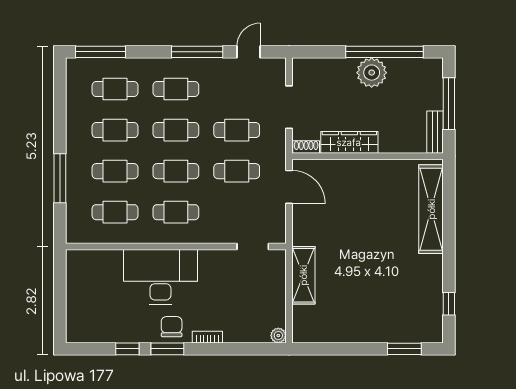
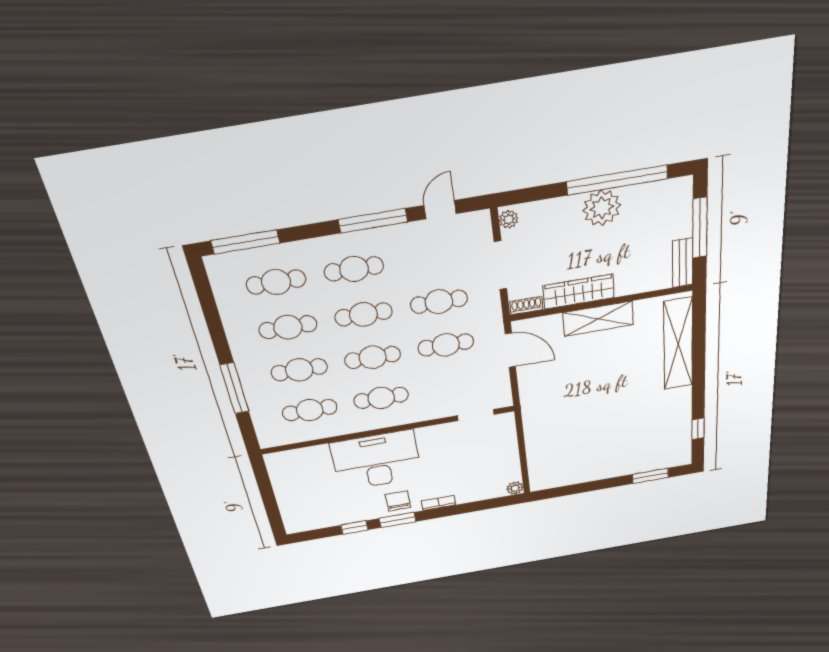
plant: (299, 69) -> (509, 219), added
shelving: (303, 275) -> (598, 319), moved, turned 90

